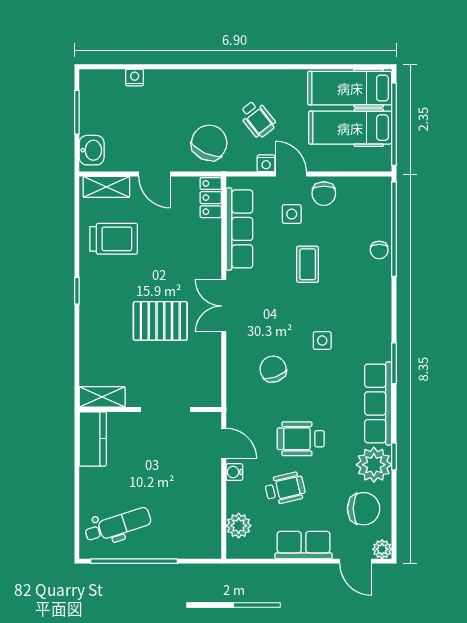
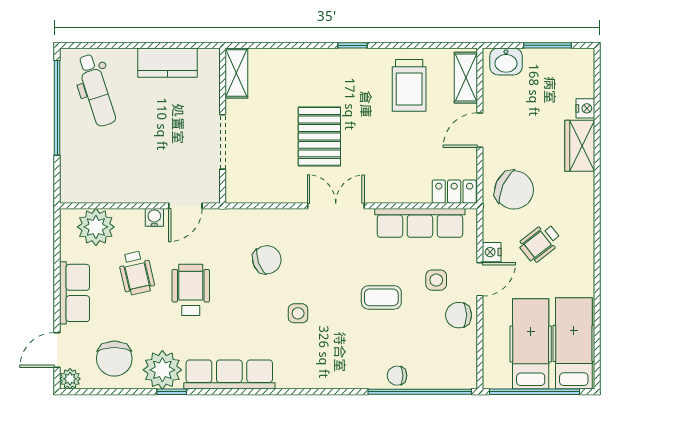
wardrobe: (169, 83) -> (580, 146), added
window: (394, 363) -> (273, 392), removed
kitchen counter: (93, 439) -> (168, 63), moved
plant: (239, 526) -> (96, 227), width x1.36, depth x1.36

